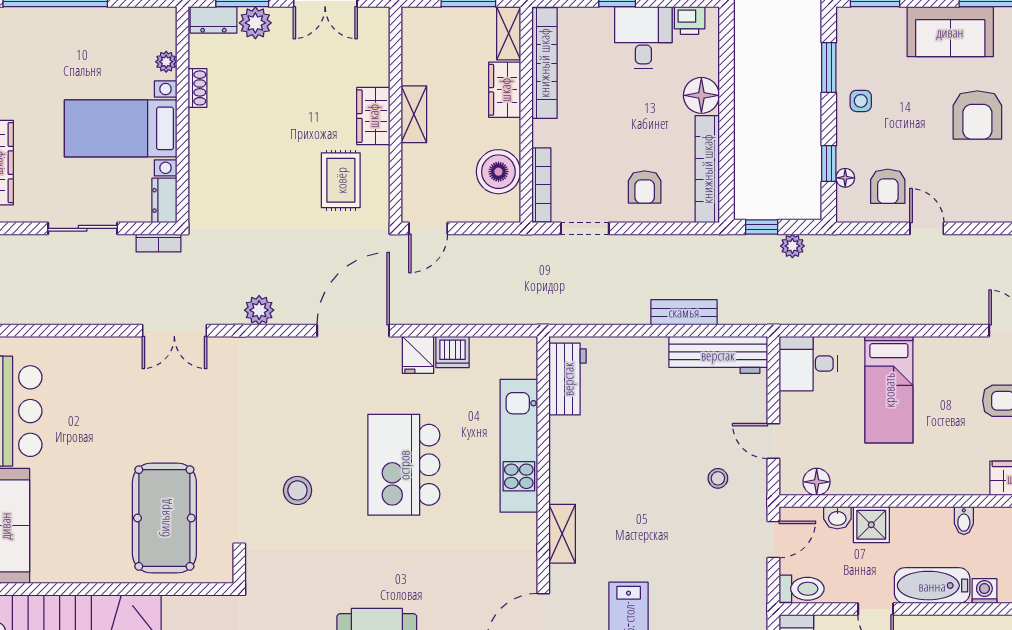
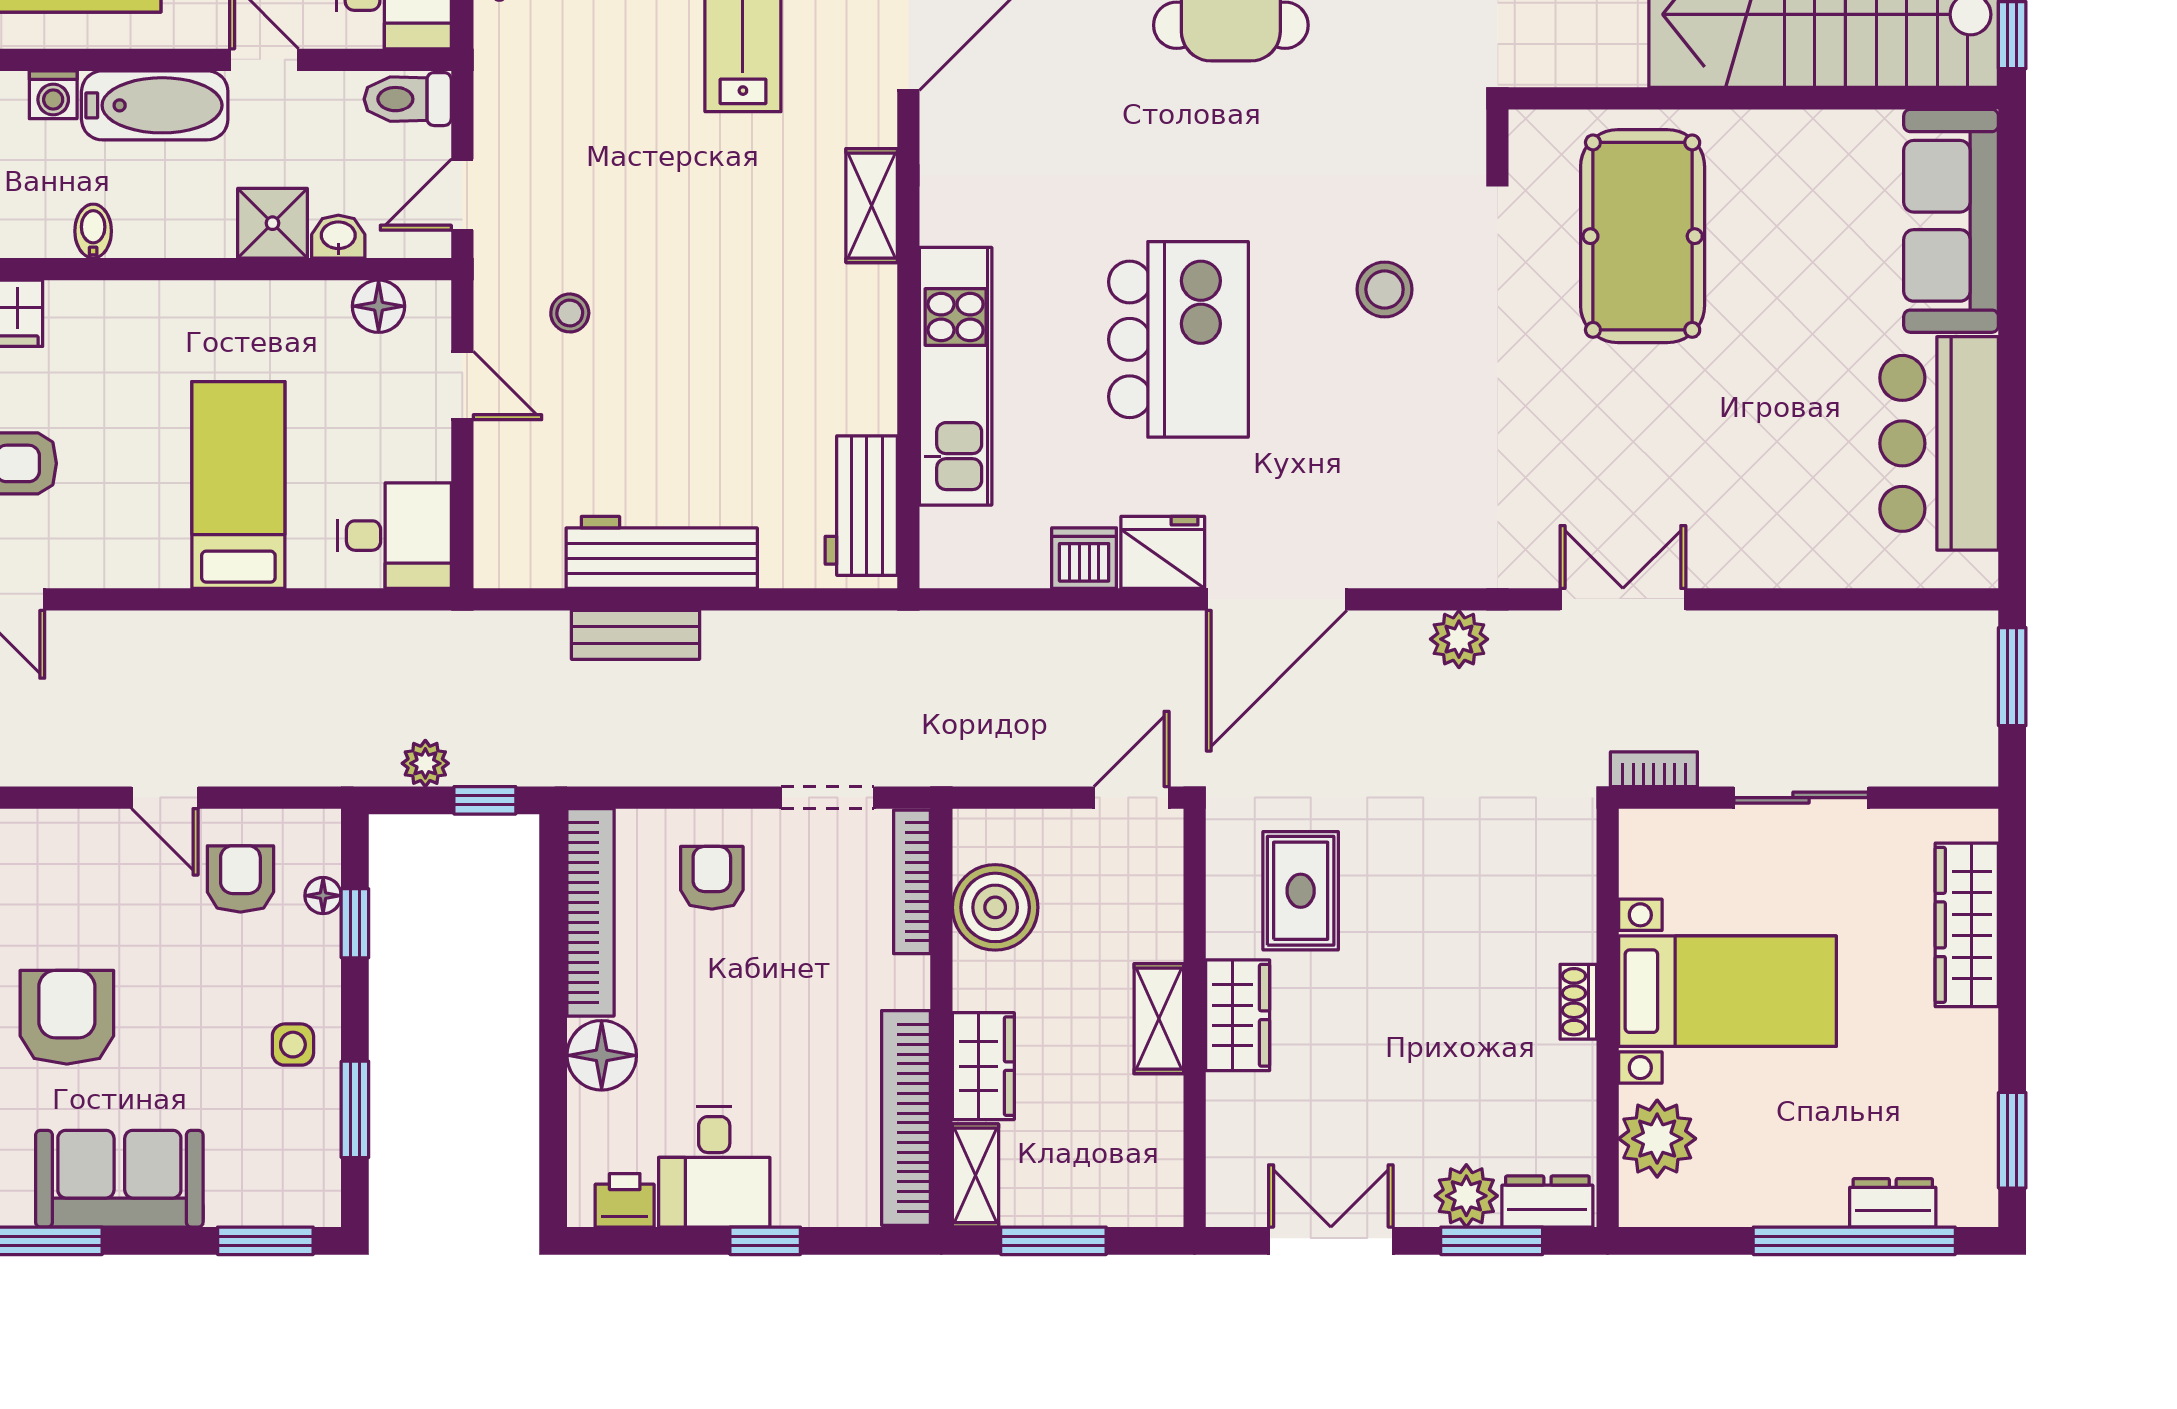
plant: (166, 62) -> (1657, 1139), width x1.88, depth x1.88
shoe rack: (198, 88) -> (1578, 1002), moved
dresser: (164, 200) -> (1893, 1203), moved, turned -90
fridge: (418, 355) -> (1163, 552), width x1.38
workbench: (718, 355) -> (662, 552), moved

